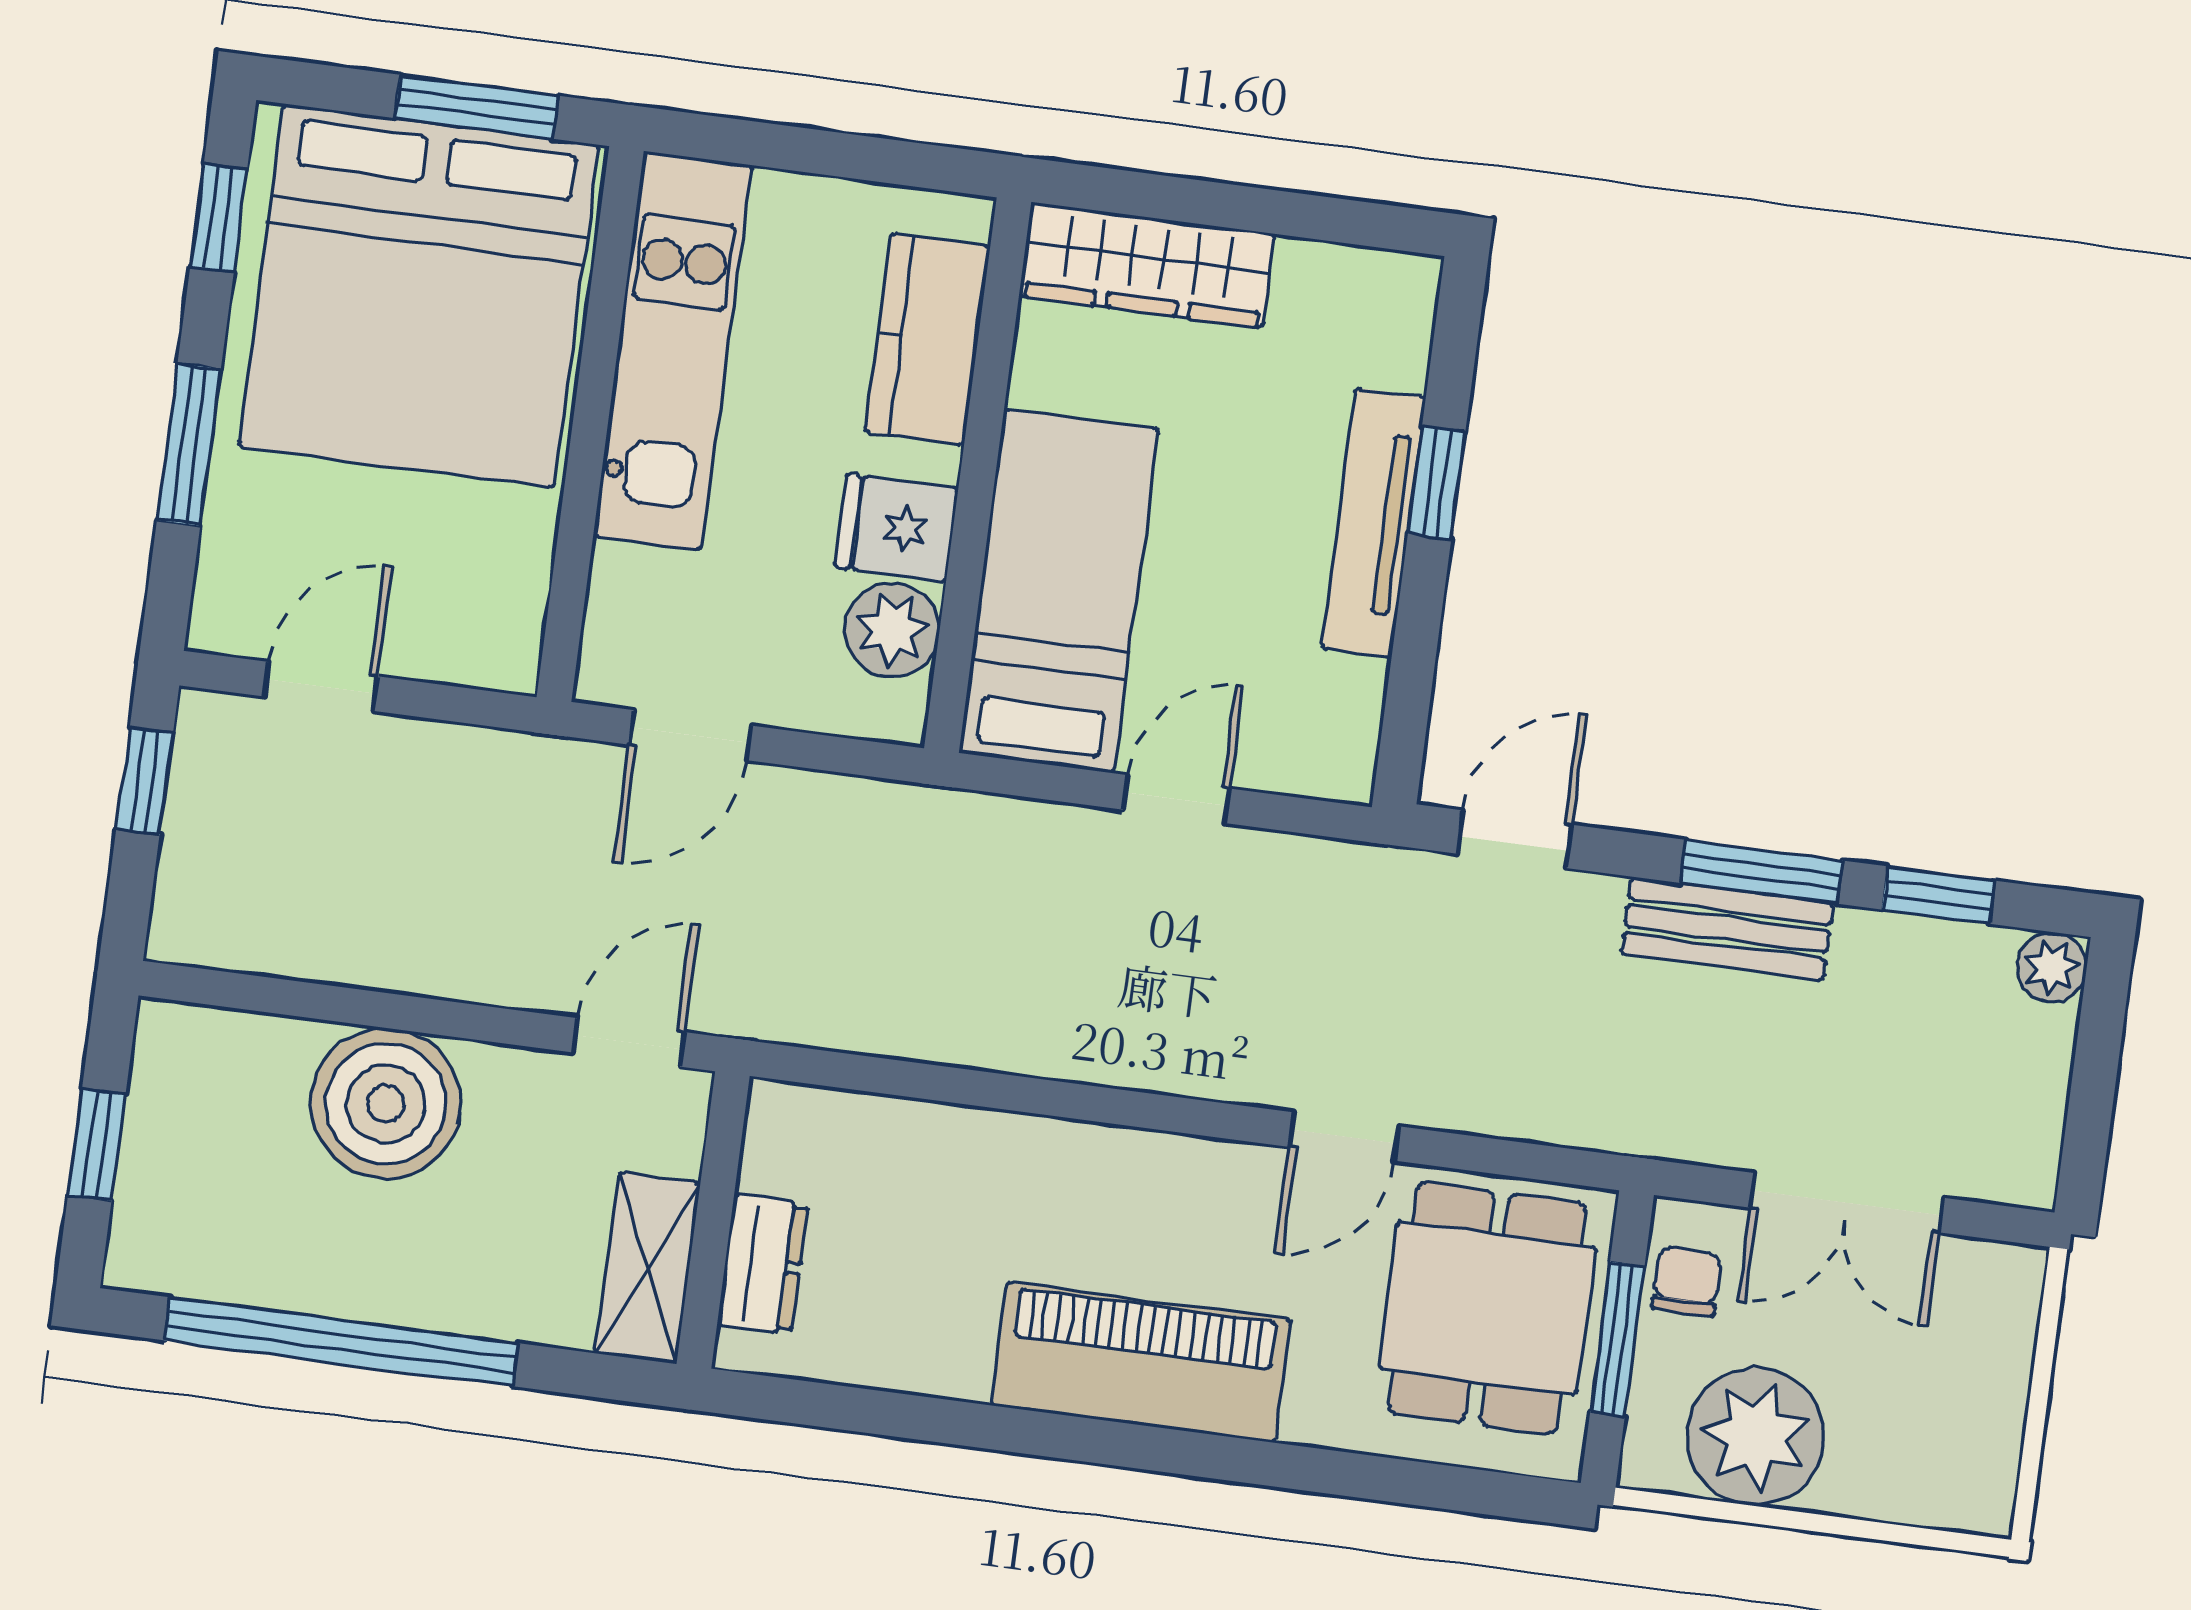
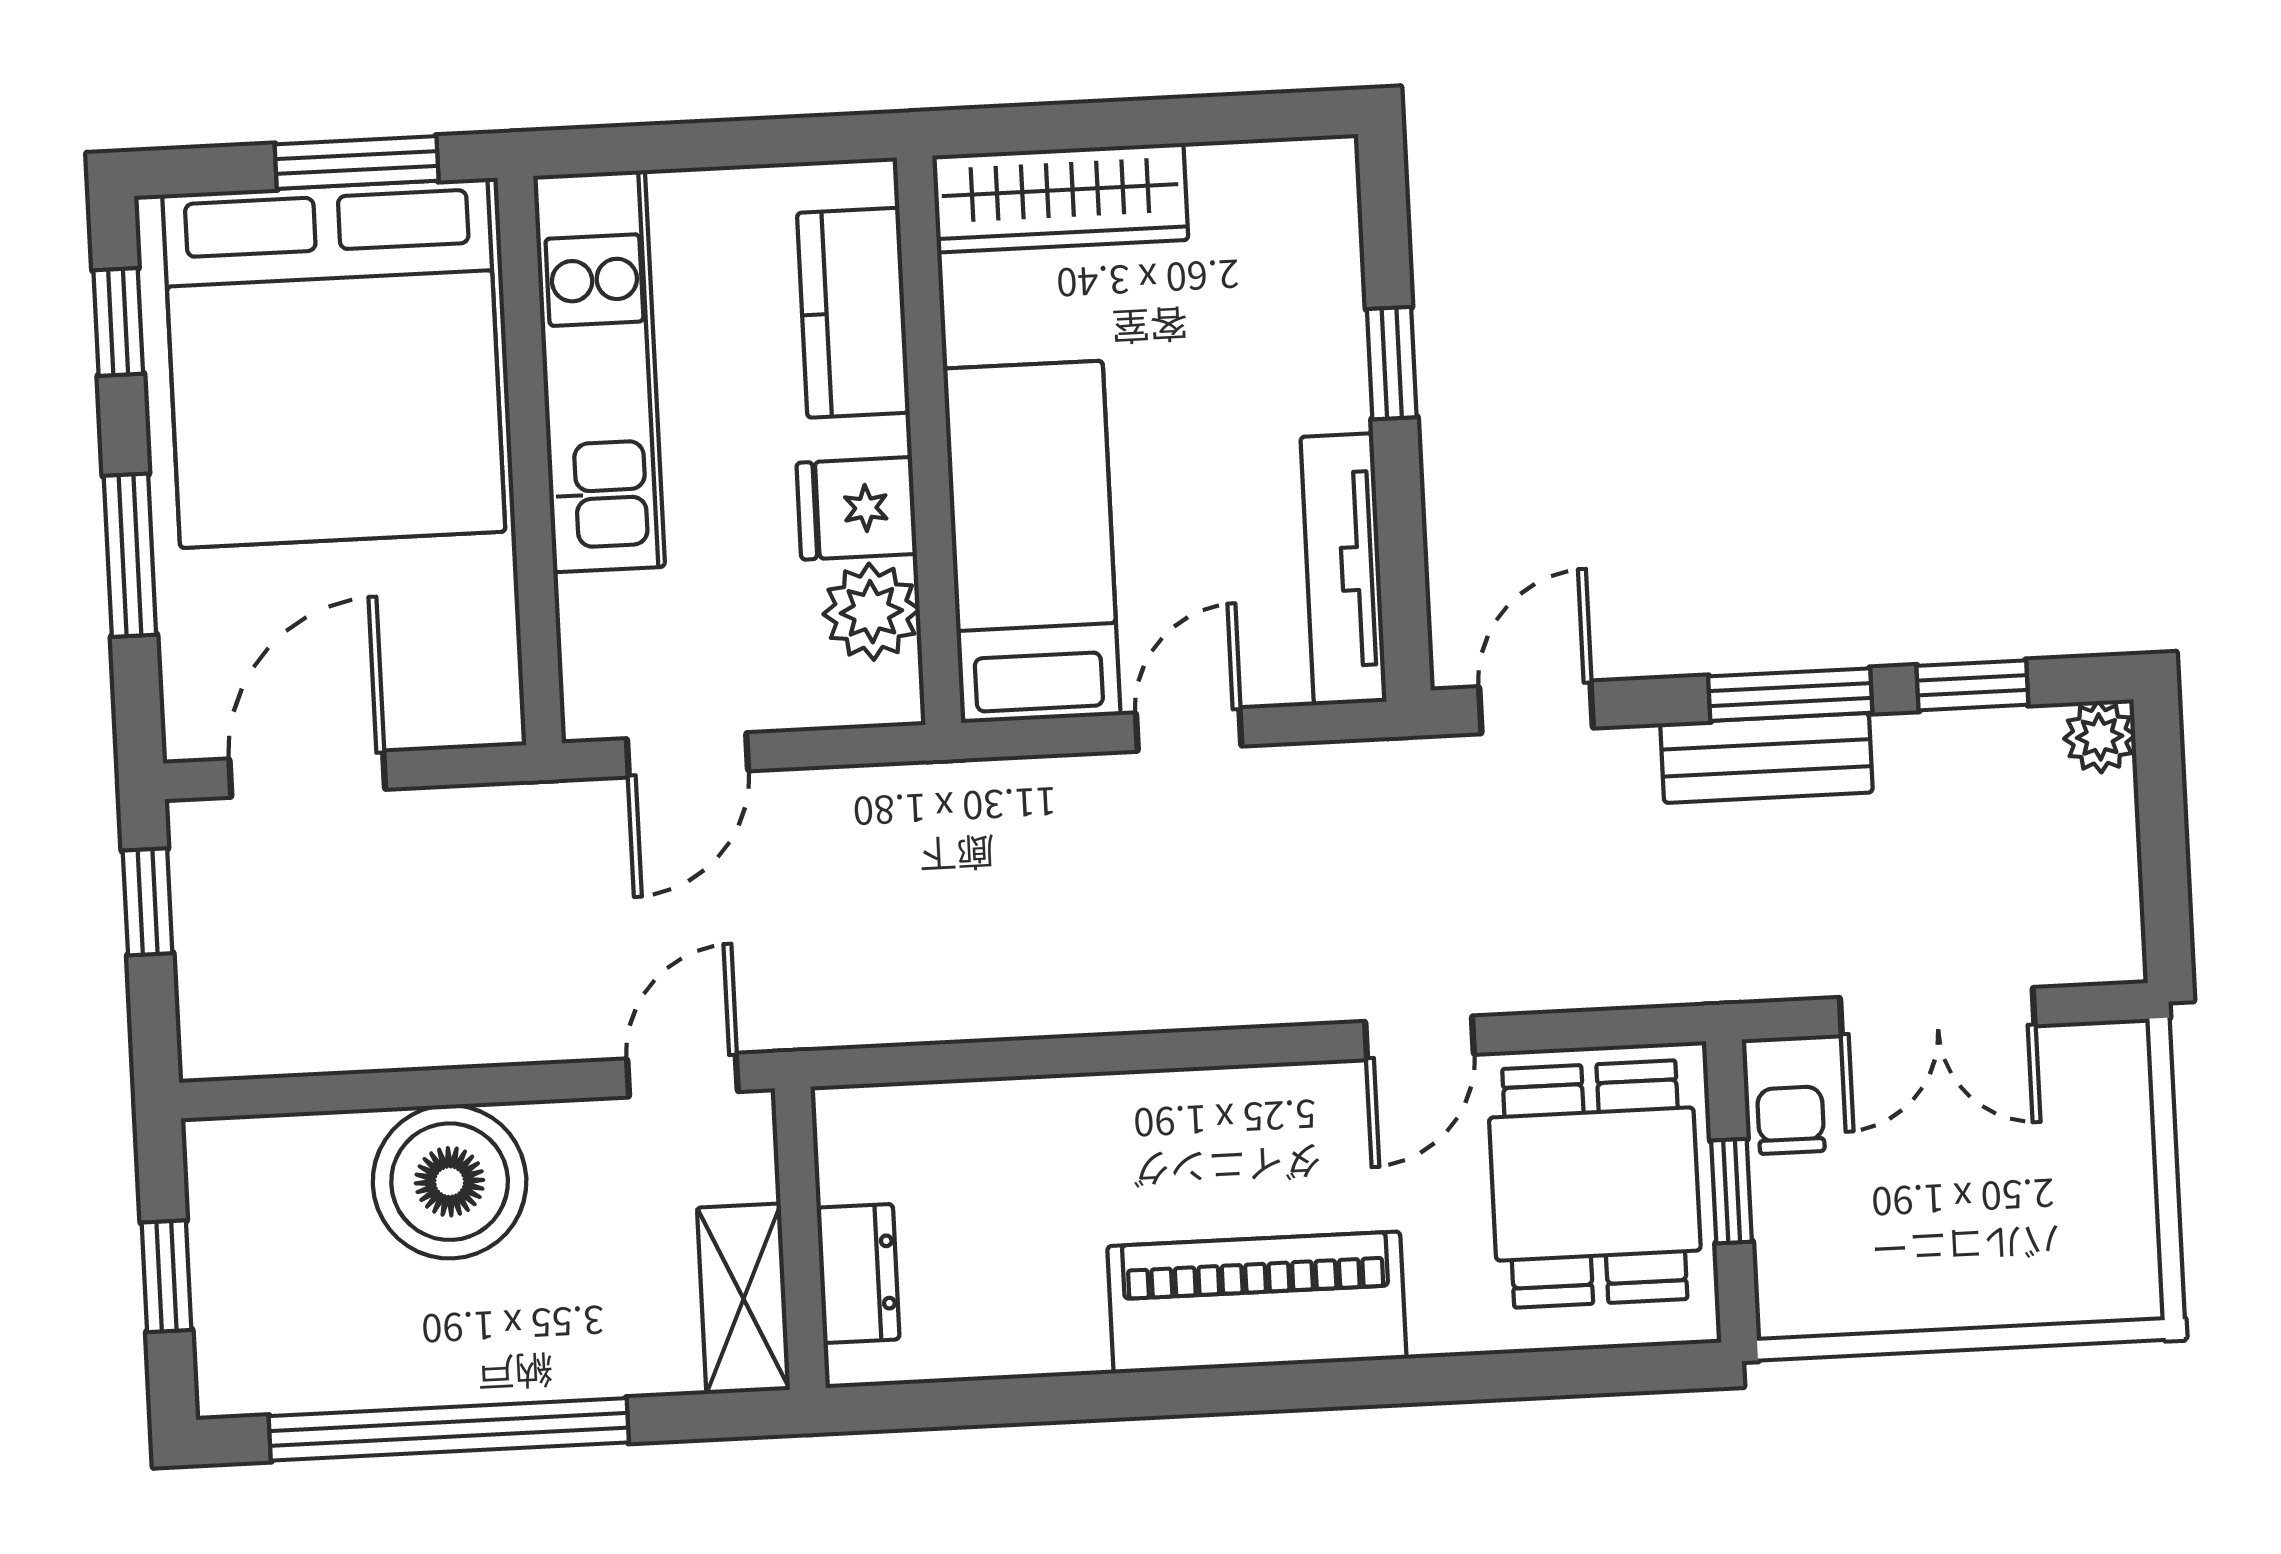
tv unit: (1374, 523) -> (1344, 569), moved
door: (321, 686) -> (307, 774), width x1.38
window: (1617, 1339) -> (1732, 1191), width x0.67
plant: (1756, 1437) -> (1889, 1264), removed

